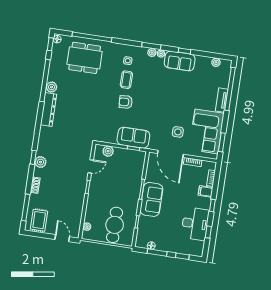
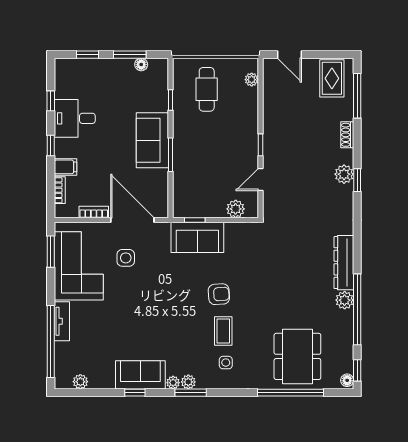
dining table: (85, 58) -> (297, 356), turned 90
desk: (195, 224) -> (75, 118), width x0.73
cafe table: (115, 225) -> (207, 89), width x0.73, depth x0.74

